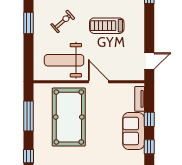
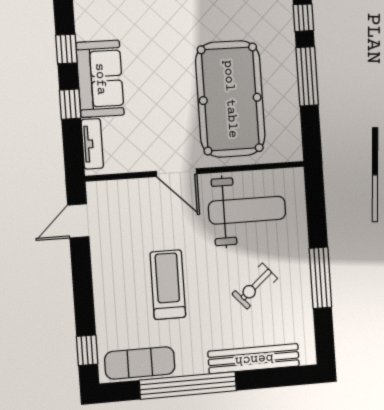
window: (29, 23) -> (320, 278), width x1.44
treadmill: (107, 26) -> (168, 285), turned -90
window: (29, 116) -> (307, 76), moved

